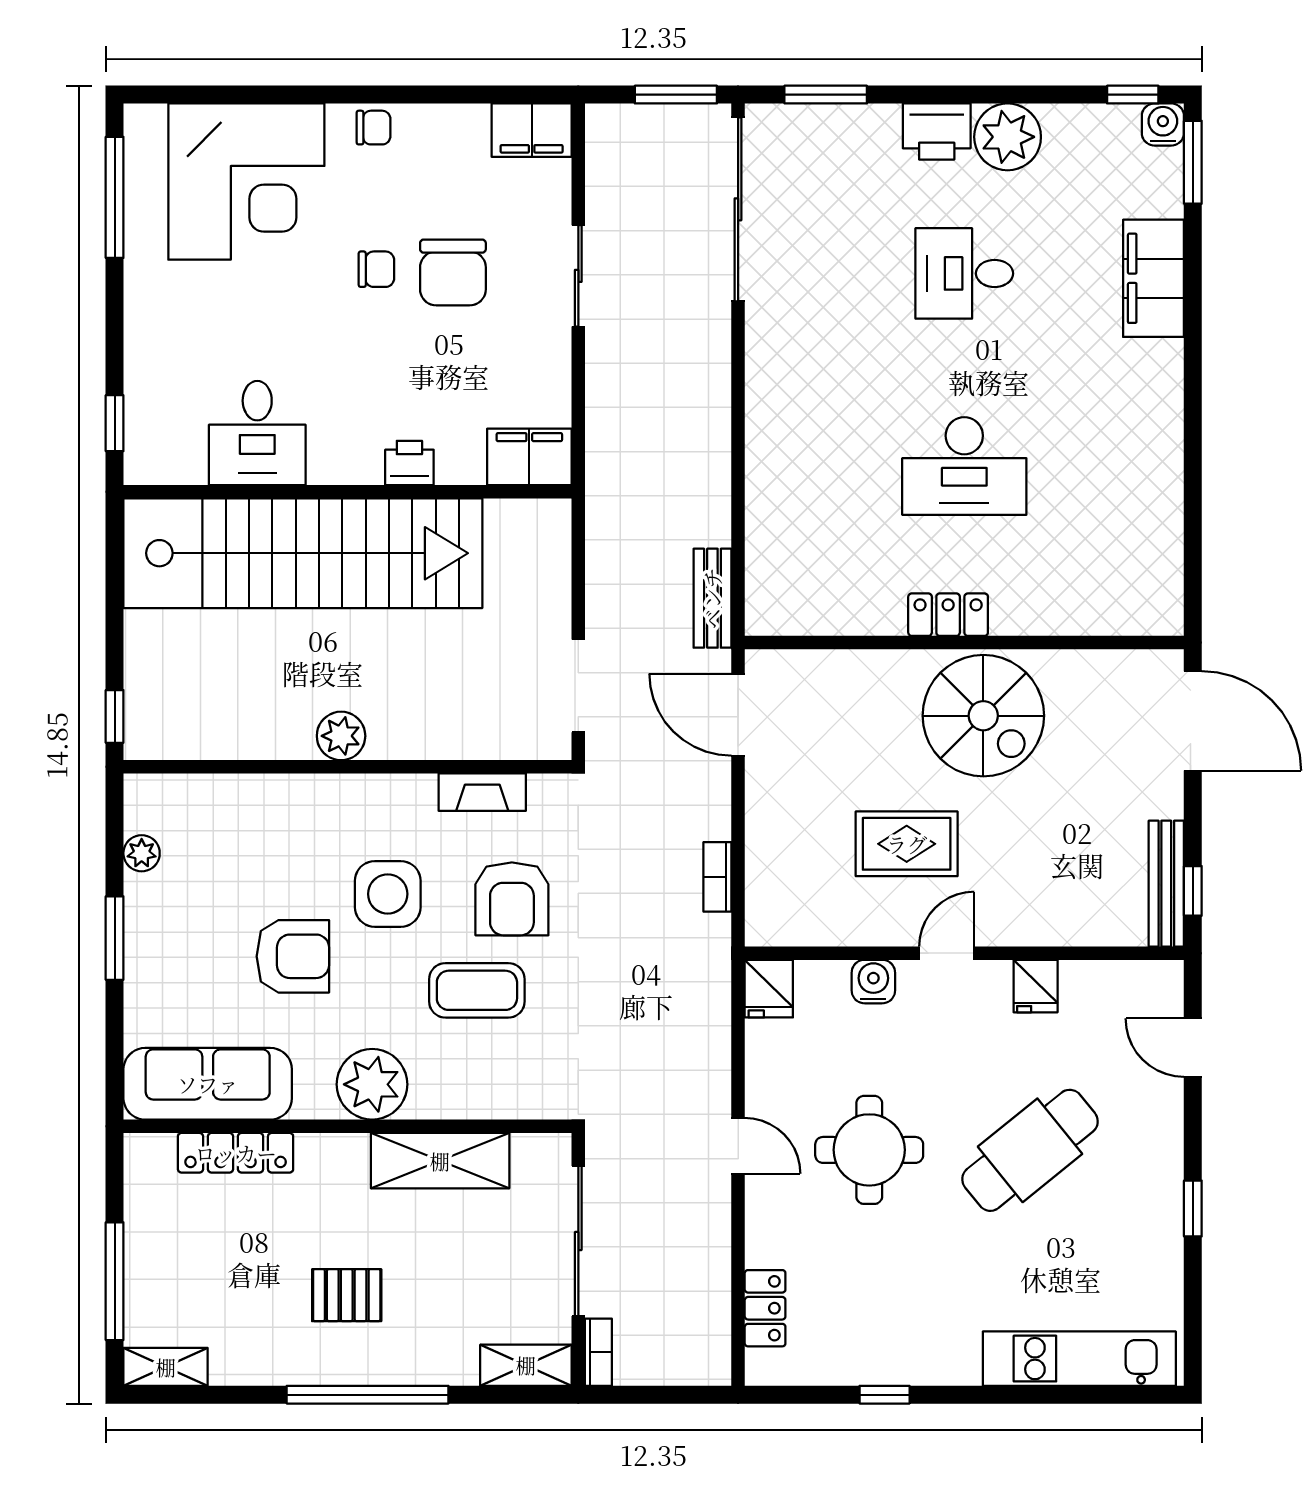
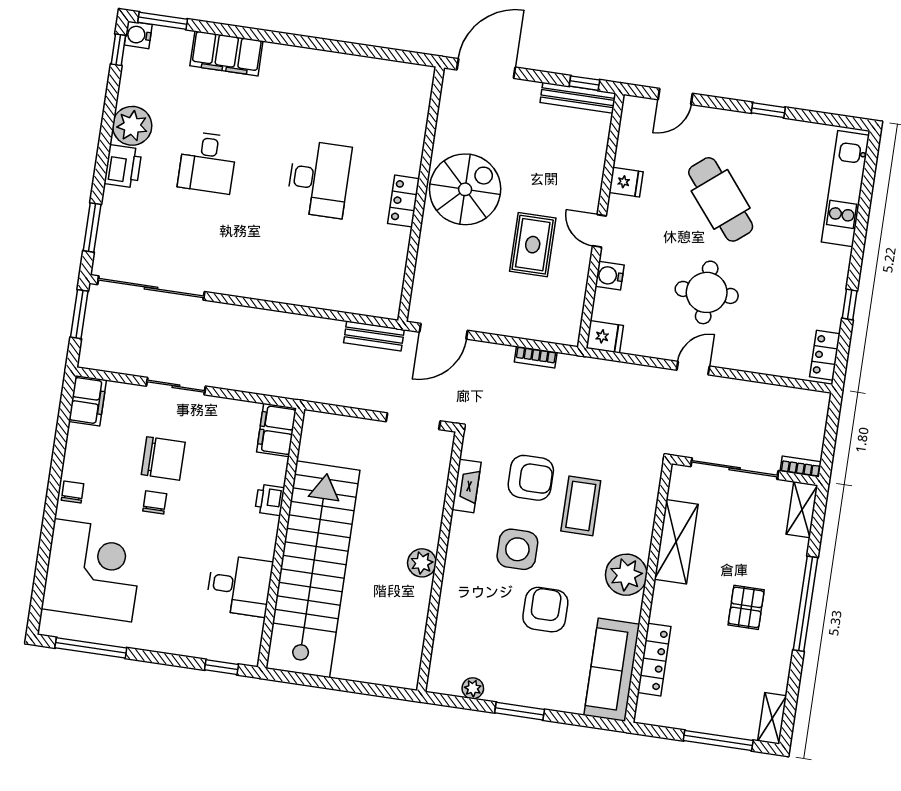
window: (115, 716) -> (391, 692), removed
locker: (765, 1308) -> (825, 355), moved, turned -90

